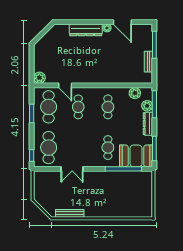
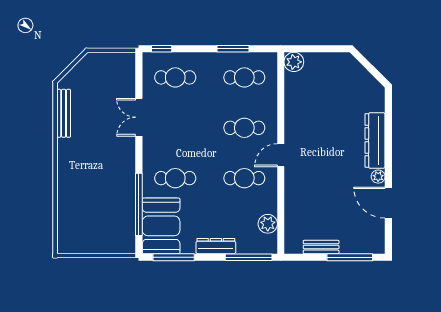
door: (122, 22) -> (388, 203), hinge flipped
door: (65, 85) -> (281, 155), moved
plant: (147, 106) -> (246, 245), removed
cafe table: (49, 107) -> (244, 77), width x0.73, depth x0.74
cafe table: (49, 148) -> (175, 77), width x0.73, depth x0.74

